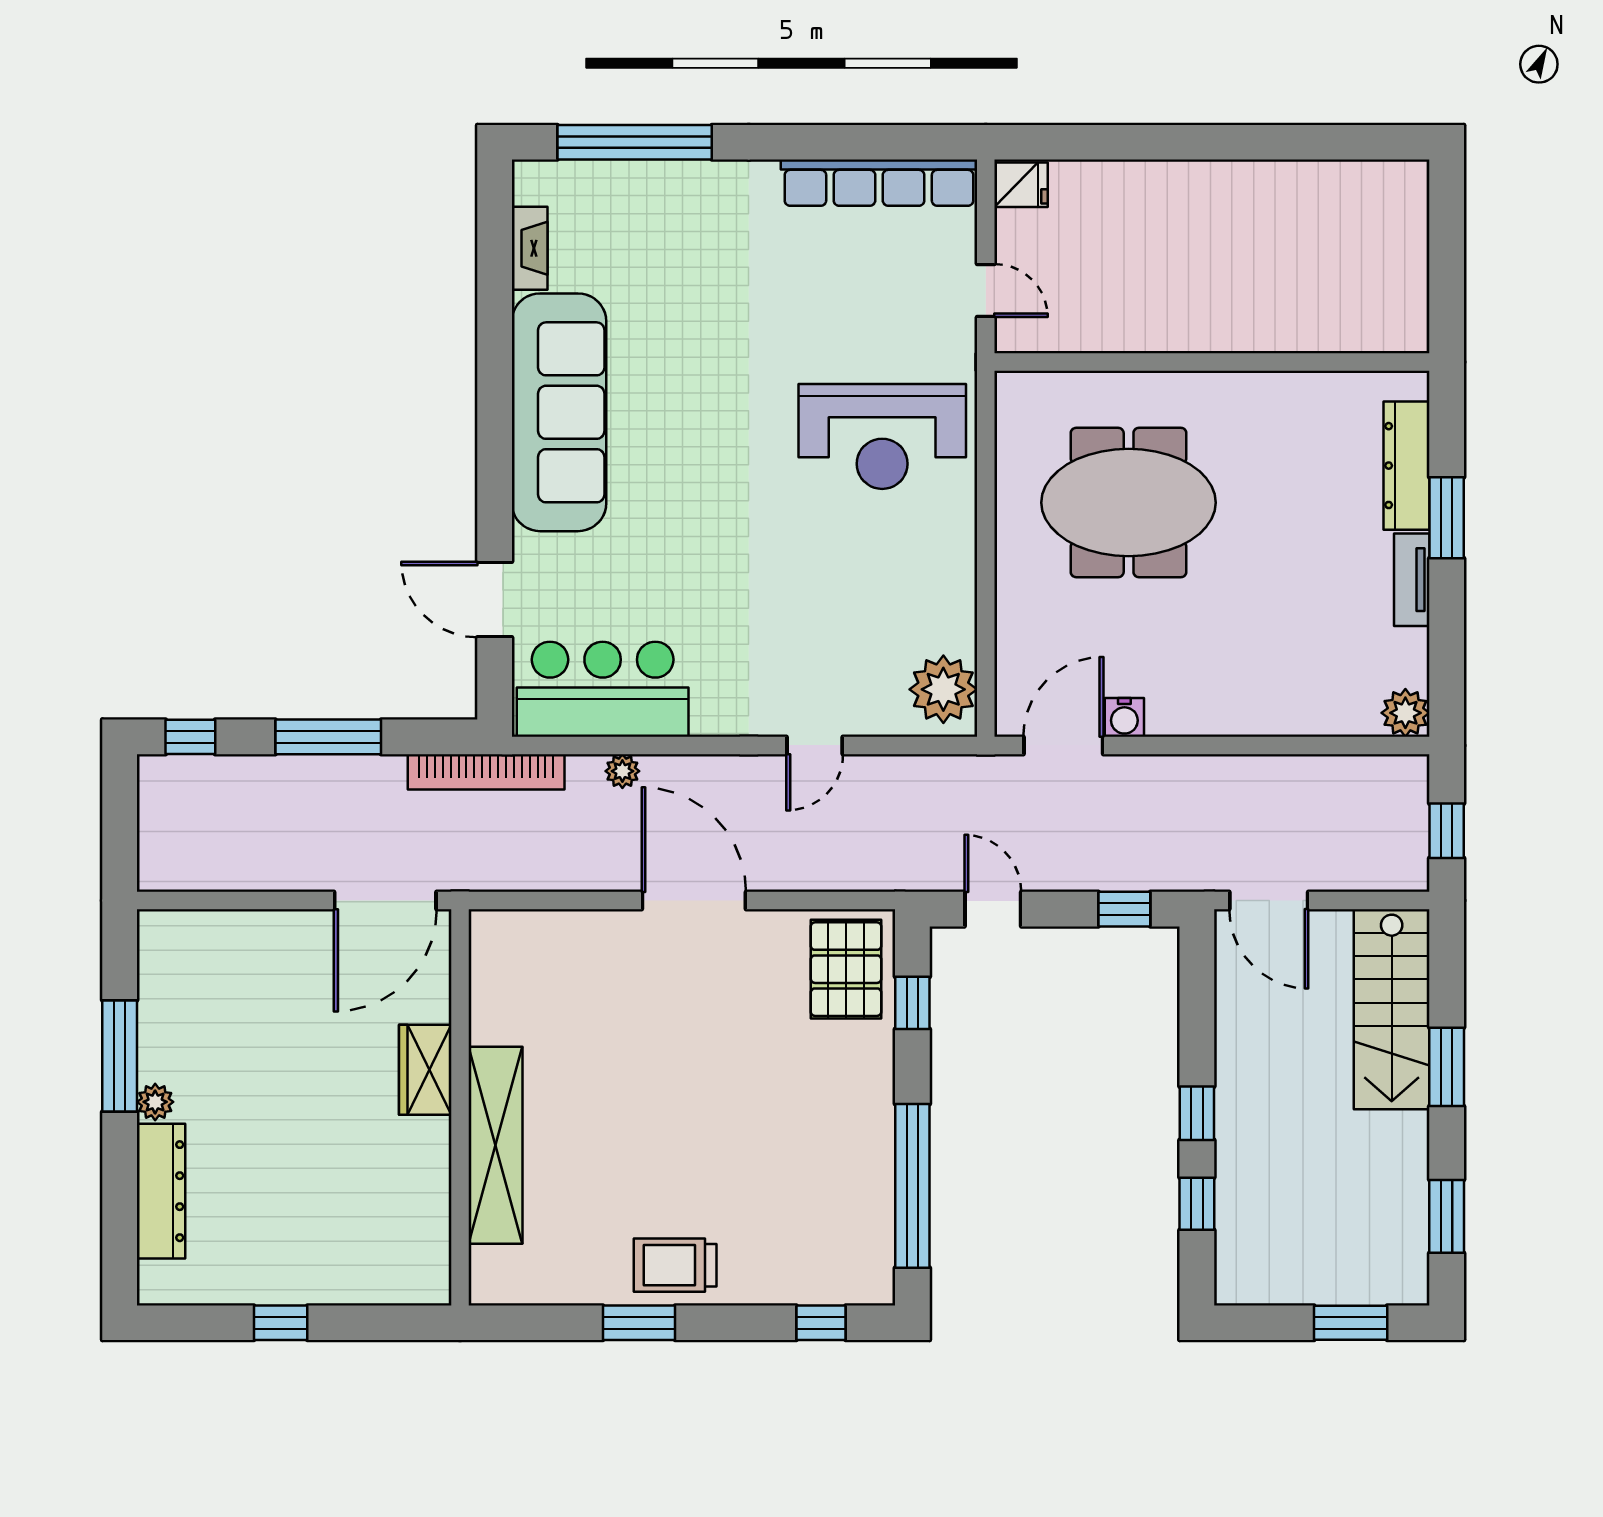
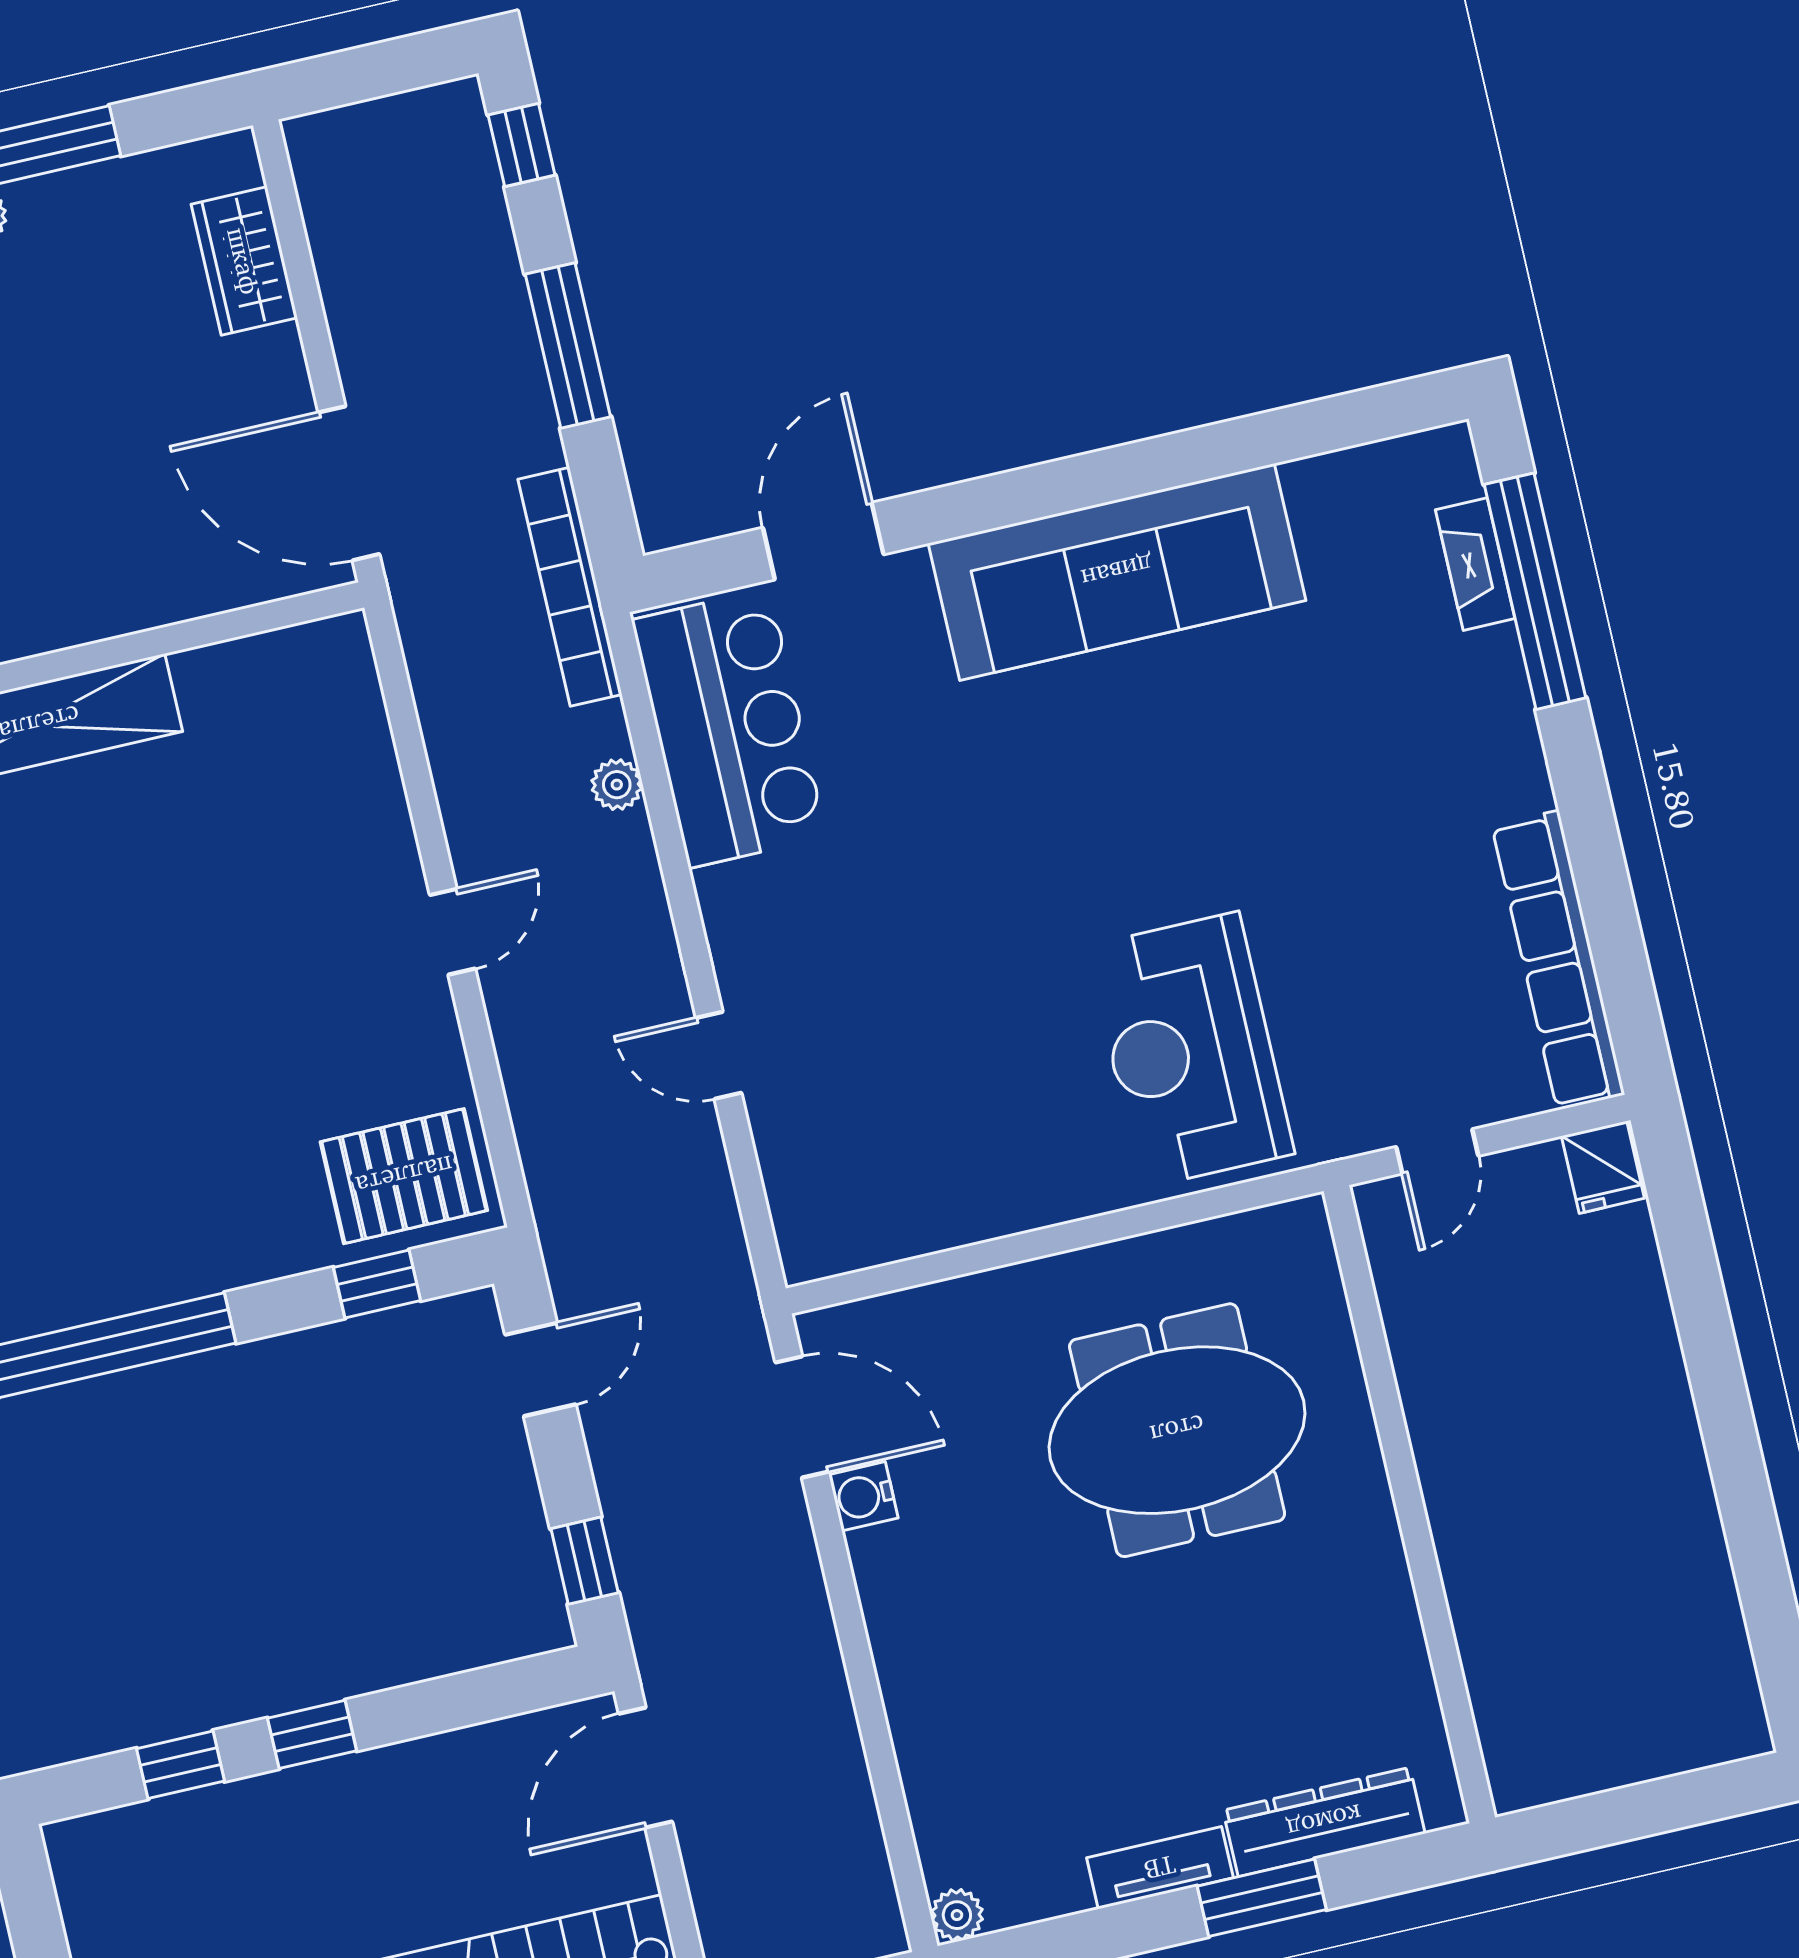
fireplace: (530, 248) -> (1475, 564), moved, turned 90
meeting table: (1129, 503) -> (1177, 1430), turned 90
plant: (943, 689) -> (843, 1224), removed
plant: (1405, 713) -> (957, 1915), width x0.73, depth x0.73
door: (694, 901) -> (453, 932), width x0.53
wardrobe: (425, 1070) -> (244, 261), moved, turned -90

